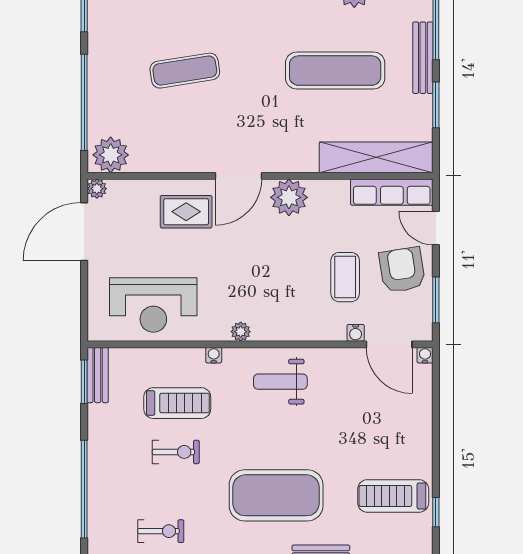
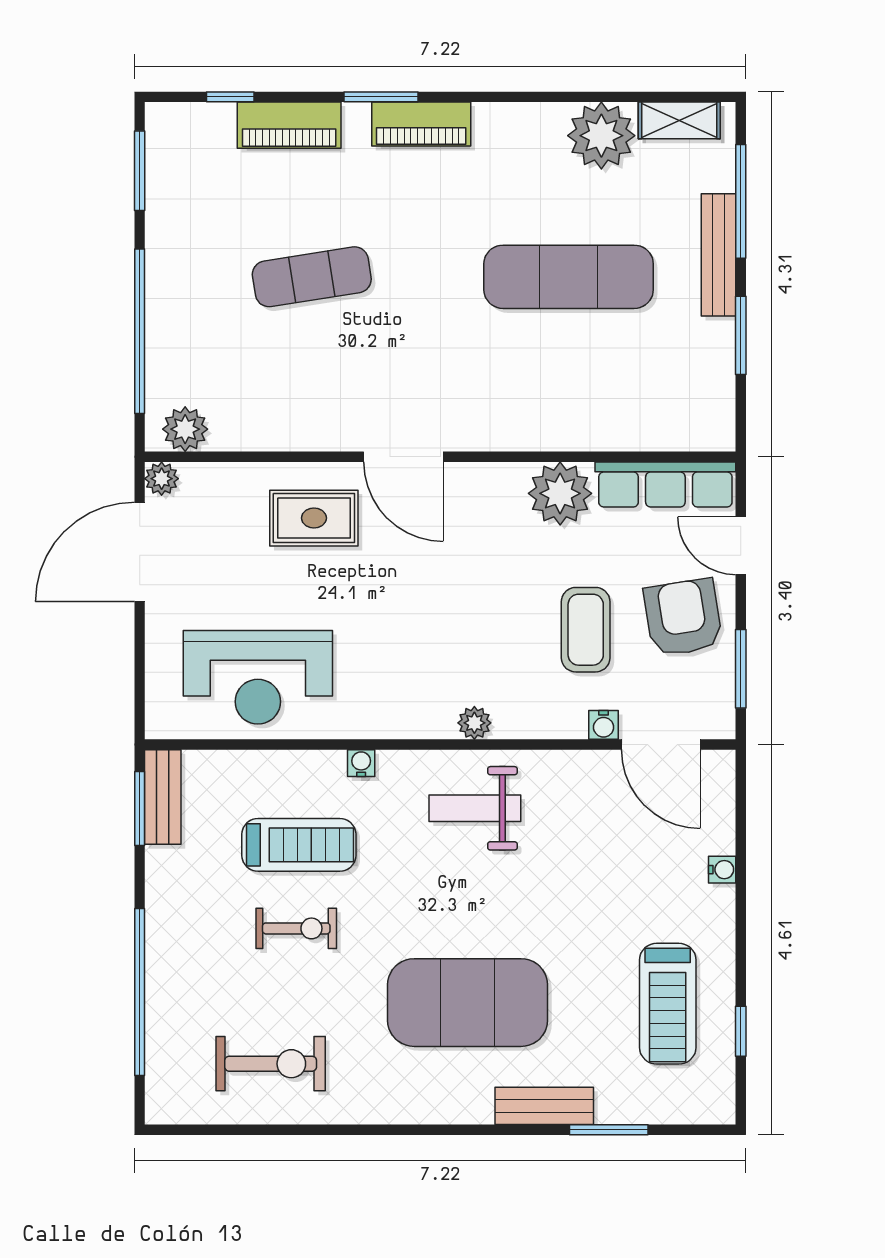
plant: (111, 155) -> (185, 429), width x0.73, depth x0.73
shelving: (376, 157) -> (639, 425), removed
door: (238, 176) -> (403, 457), hinge flipped
plant: (289, 197) -> (560, 493), moved
plant: (241, 332) -> (474, 723), moved
water cooler: (425, 355) -> (722, 870), moved, turned 90
treadmill: (393, 496) -> (668, 1004), turned -90
exercise bike: (161, 531) -> (271, 1064), width x1.38, depth x1.39

